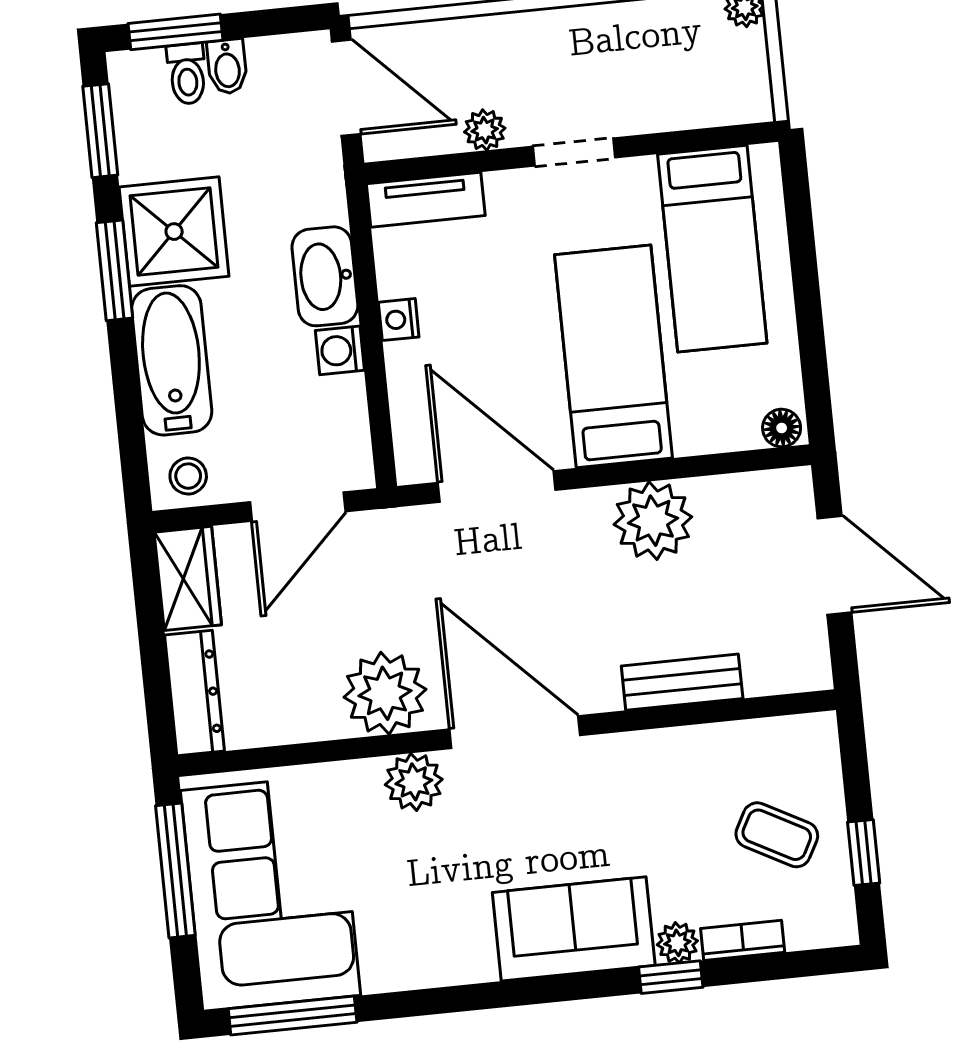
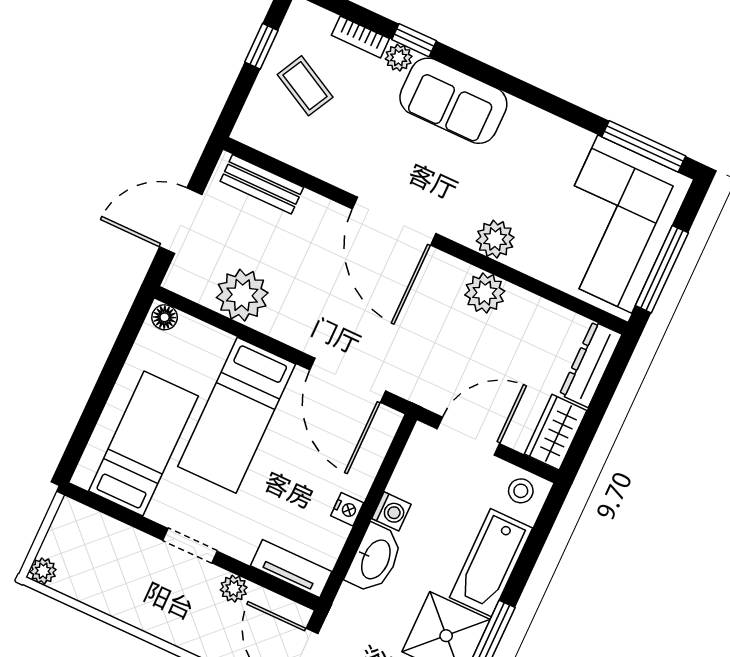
plant: (653, 521) -> (242, 295), moved
door: (834, 565) -> (181, 221), hinge flipped
bench: (682, 682) -> (262, 184), moved
plant: (385, 693) -> (485, 293), width x0.73, depth x0.73
door: (515, 732) -> (394, 221), moved

